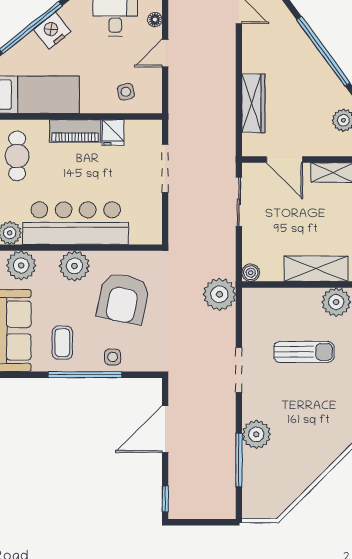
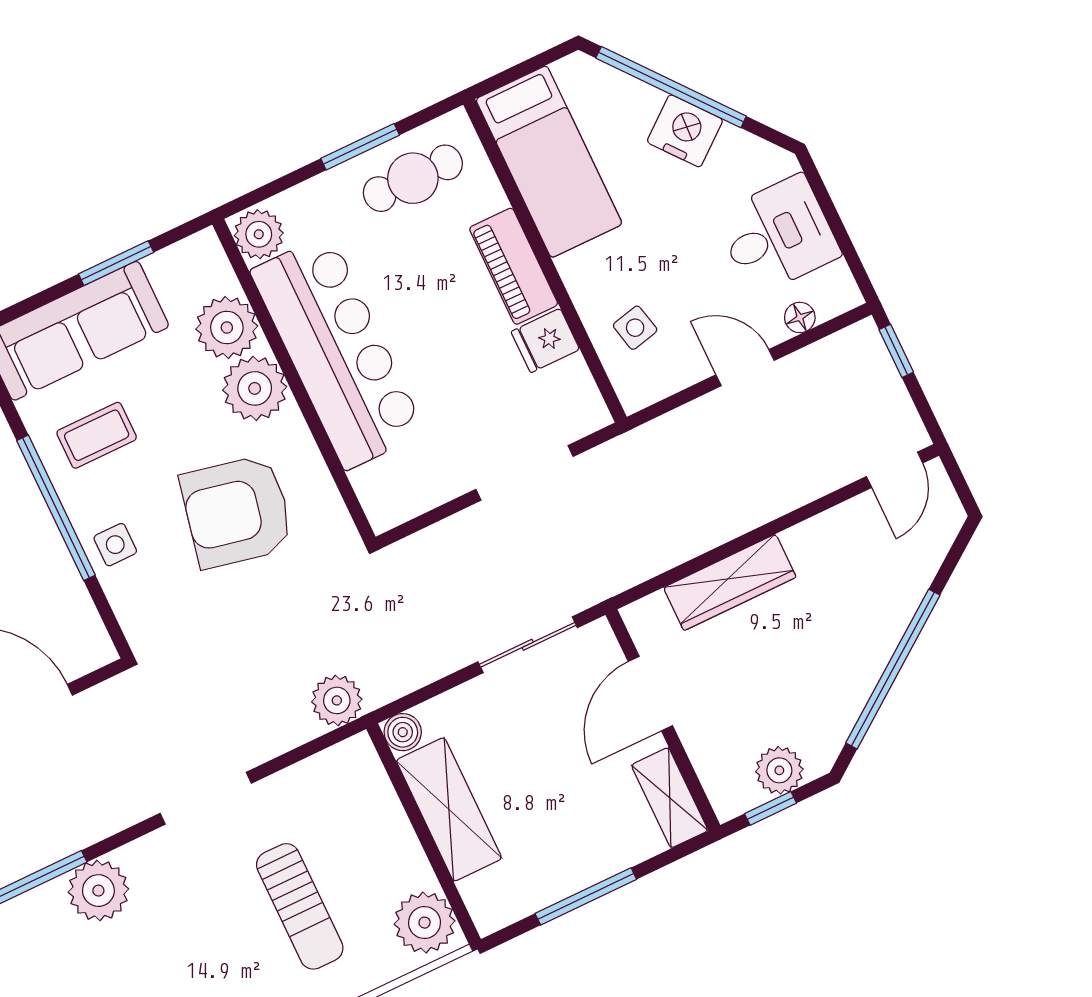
plant: (21, 265) -> (227, 327), moved
shelving: (316, 269) -> (449, 809), moved
plant: (219, 294) -> (337, 700), width x0.73, depth x0.73

